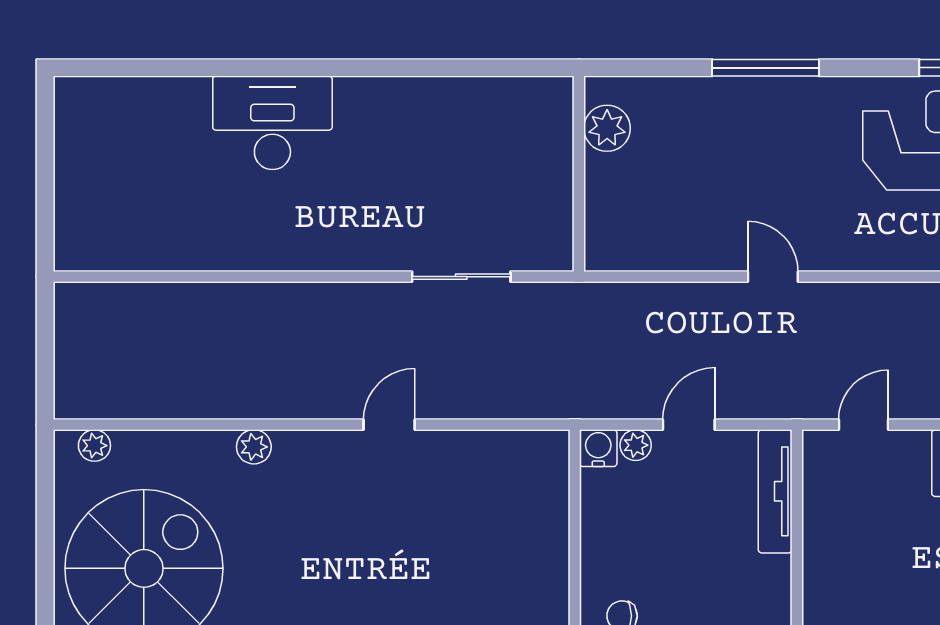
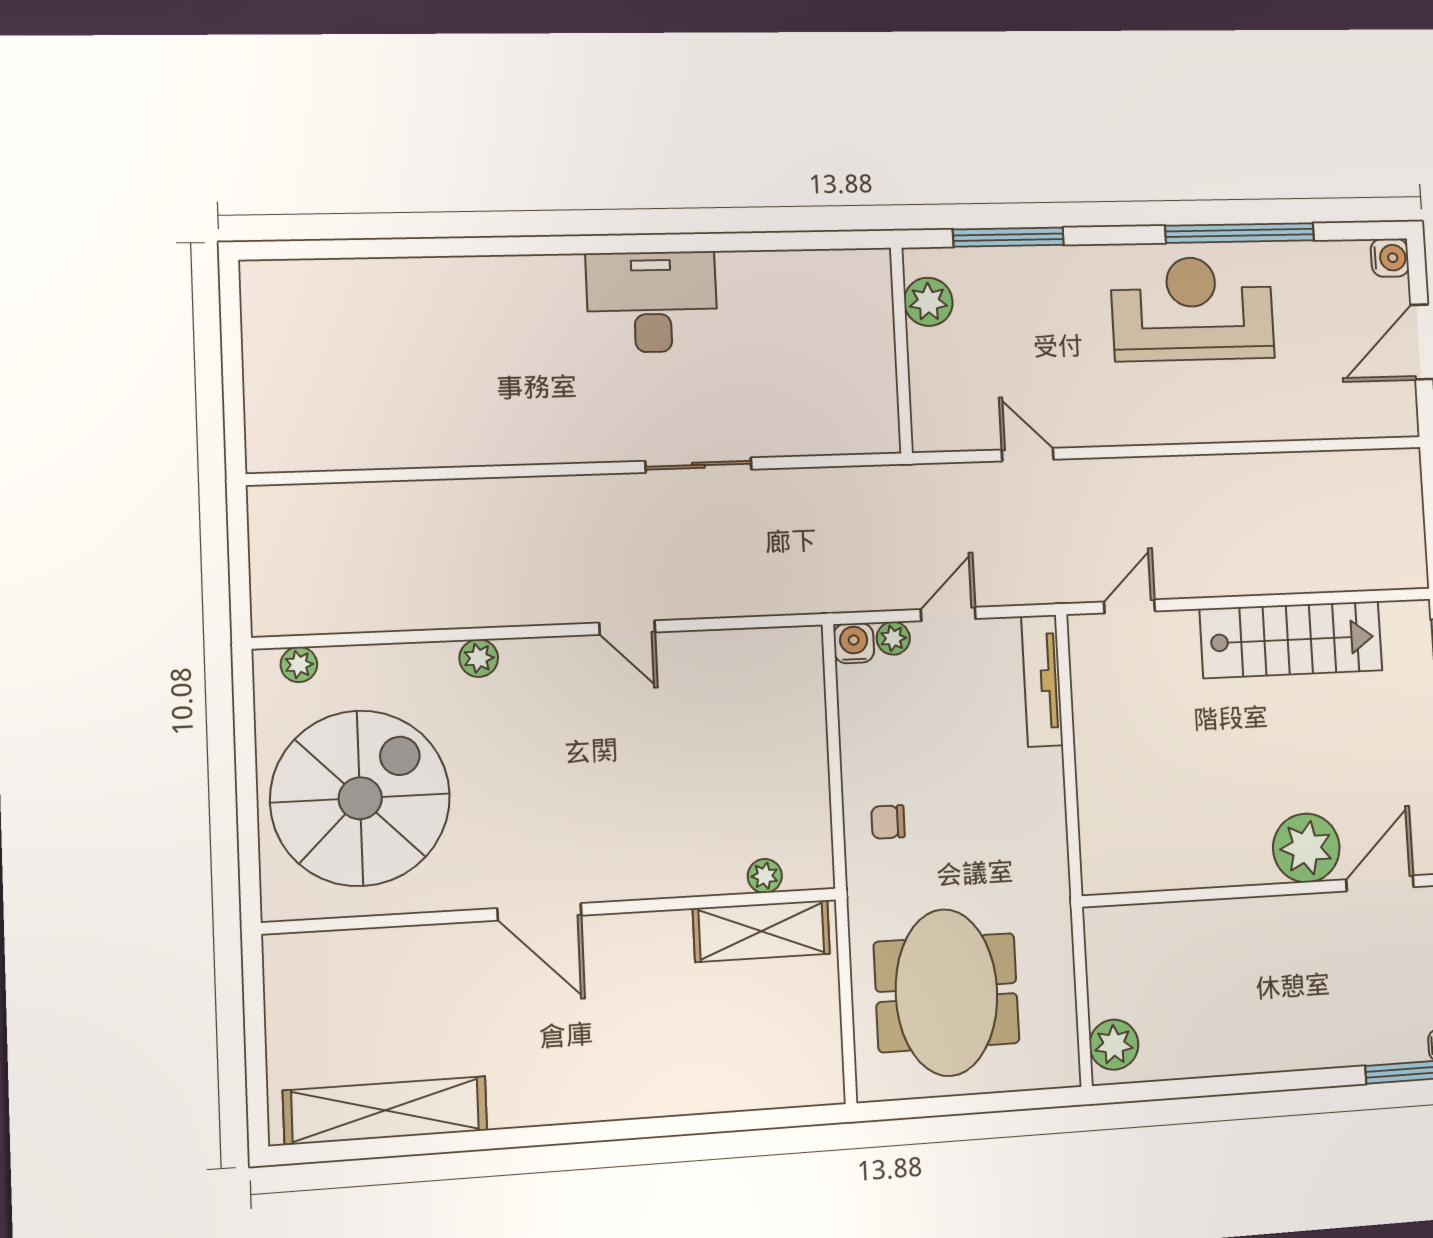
desk: (272, 123) -> (652, 302), moved
plant: (607, 128) -> (928, 302), moved
wall: (579, 174) -> (901, 350), moved
door: (389, 425) -> (627, 628), swing flipped

